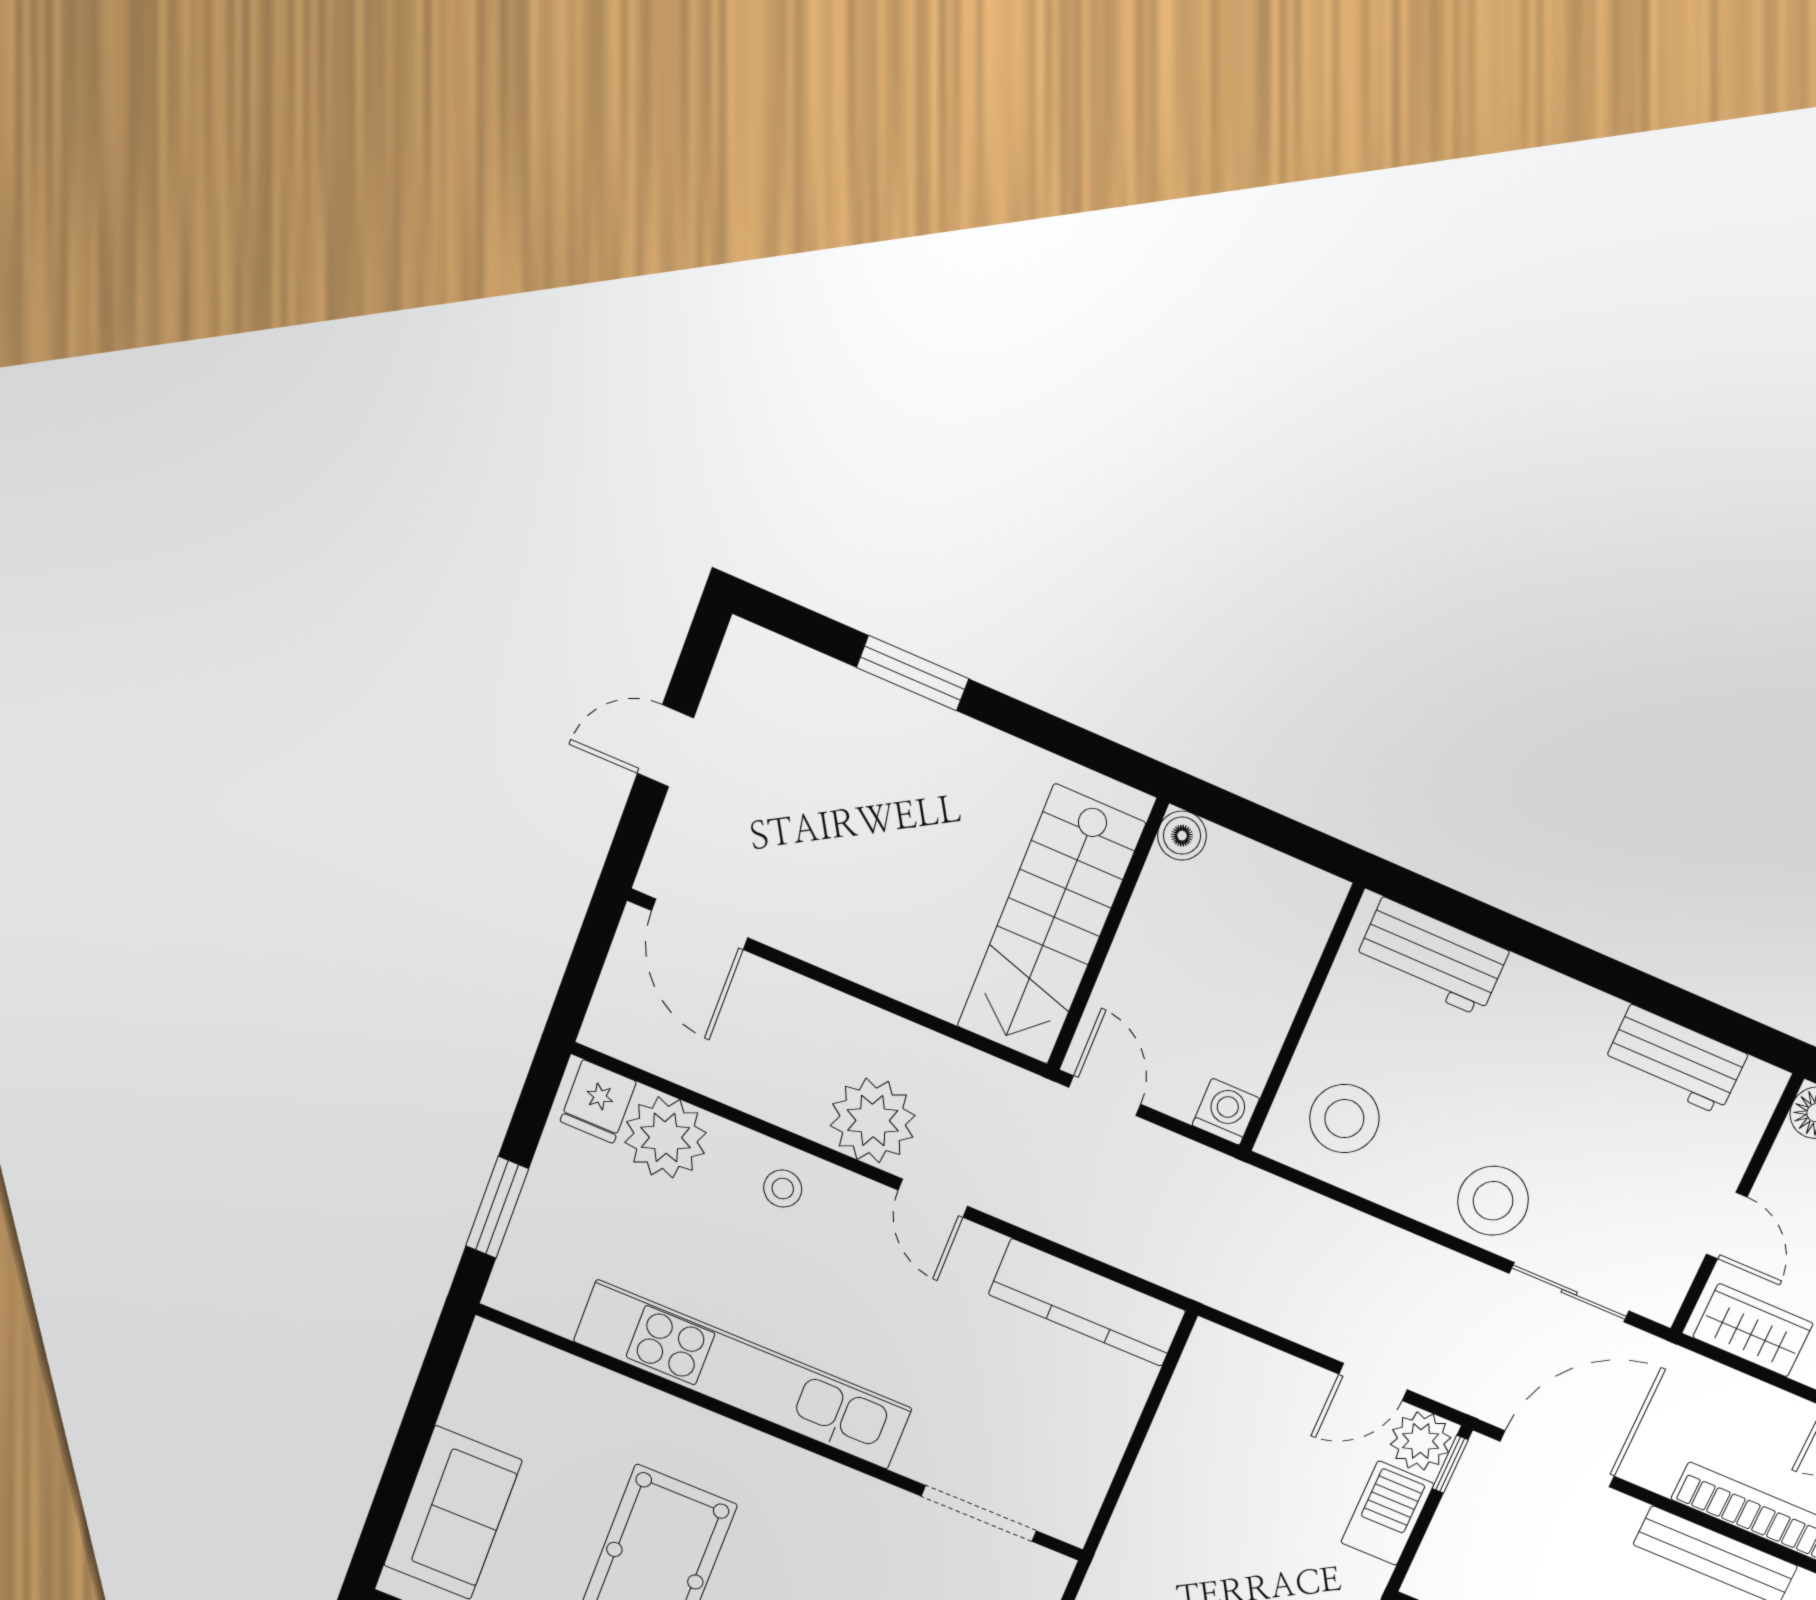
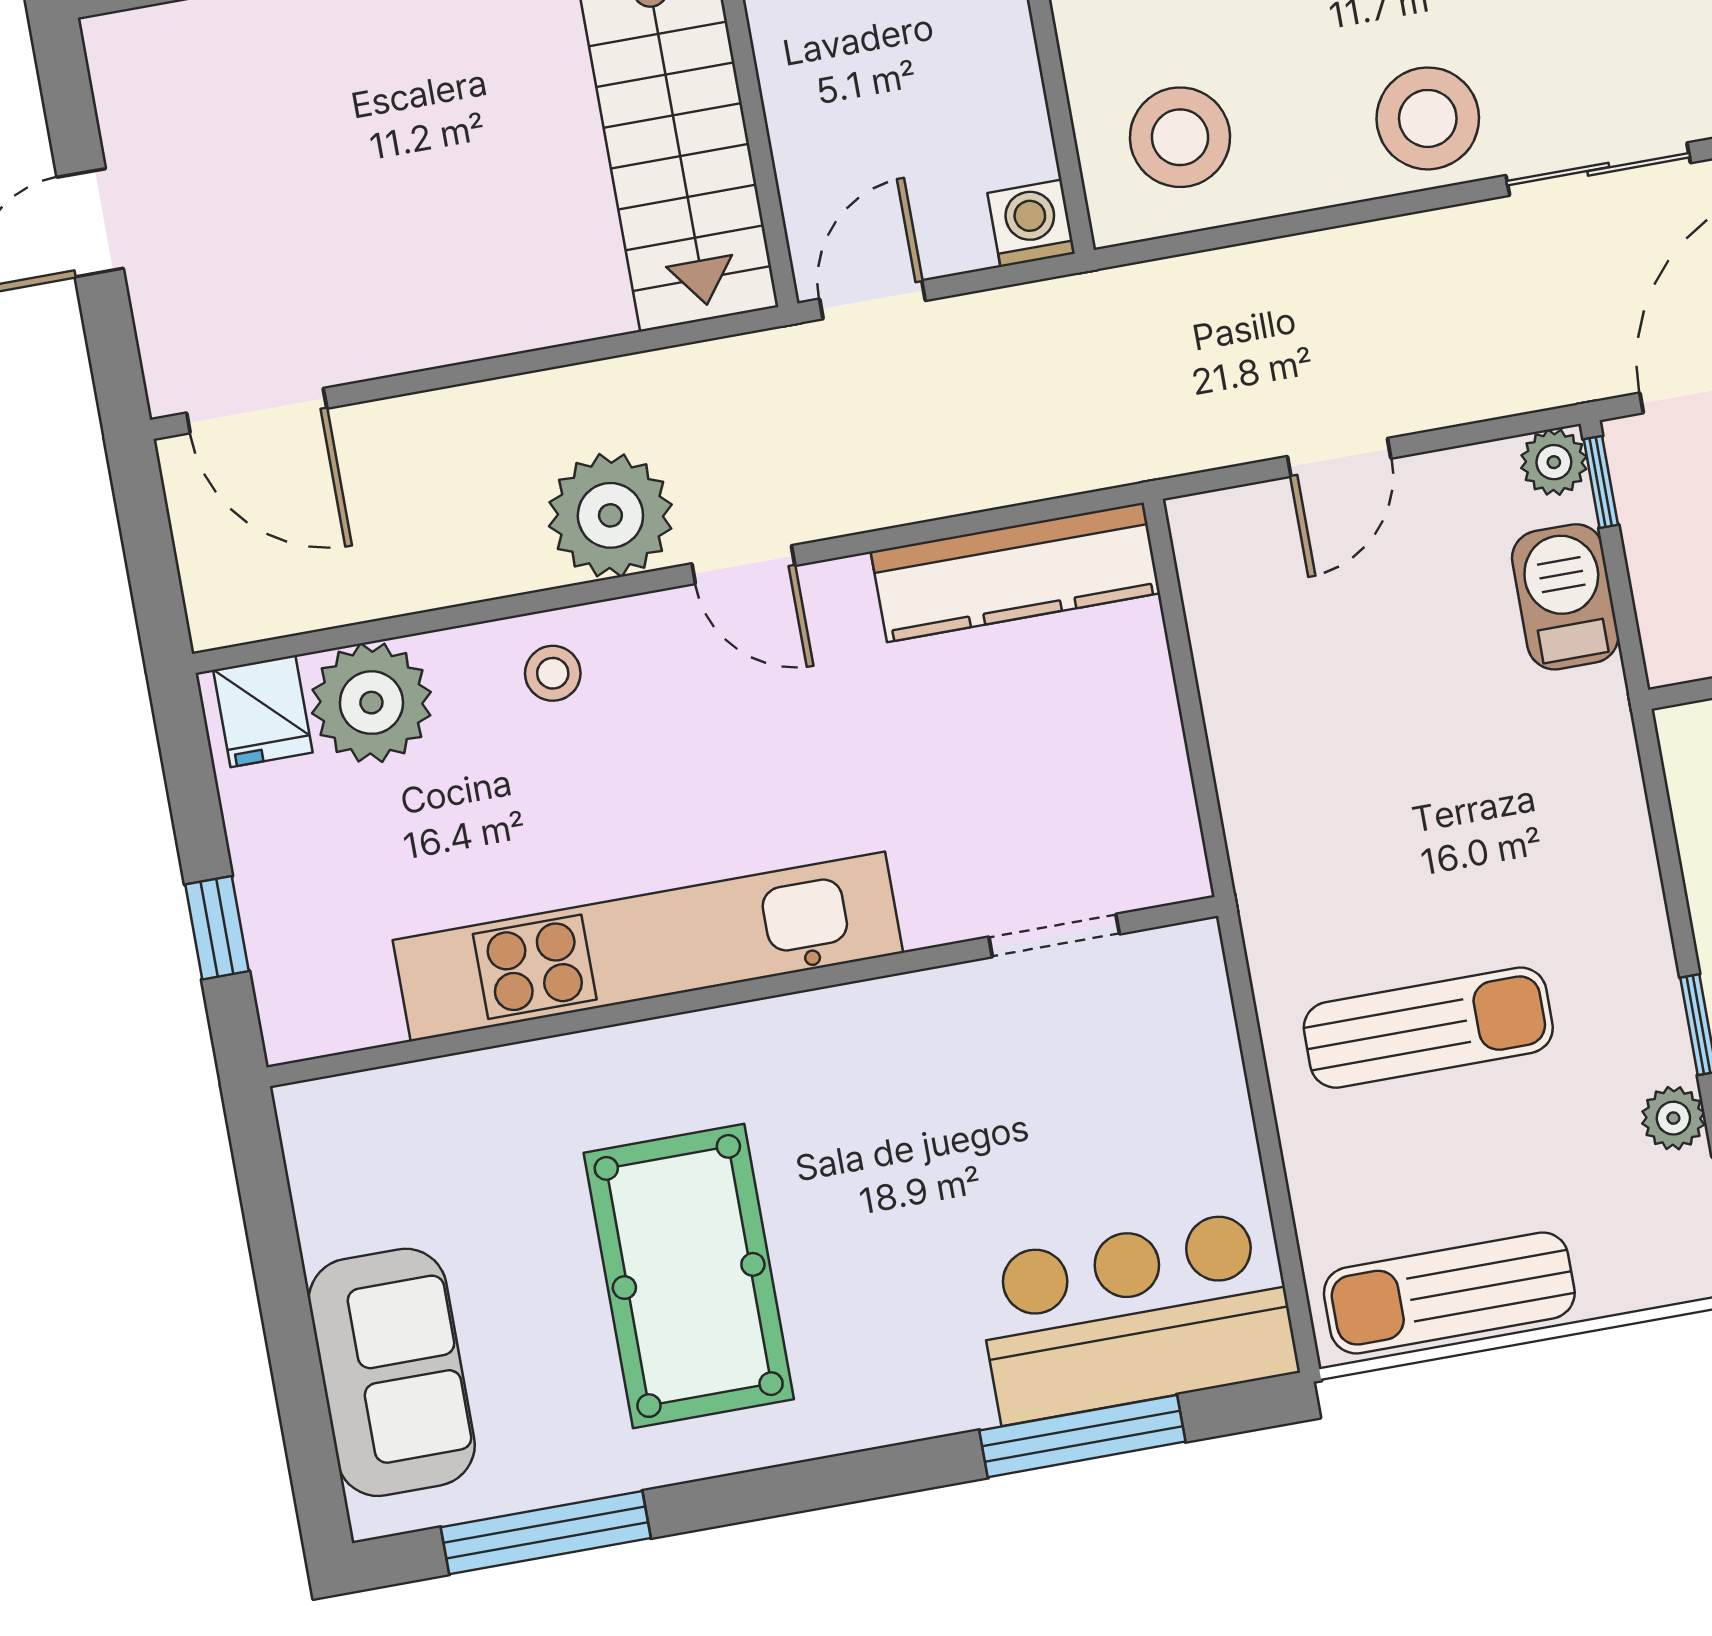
door: (1105, 1096) -> (872, 300), hinge flipped
window: (497, 1207) -> (217, 928), width x0.67
door: (1373, 1382) -> (1339, 457), moved
plant: (1421, 1441) -> (1554, 462), width x0.73, depth x0.73
doorway: (979, 1513) -> (1054, 935), width x0.73

